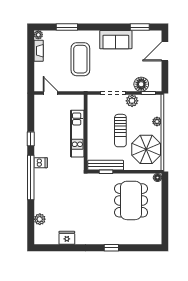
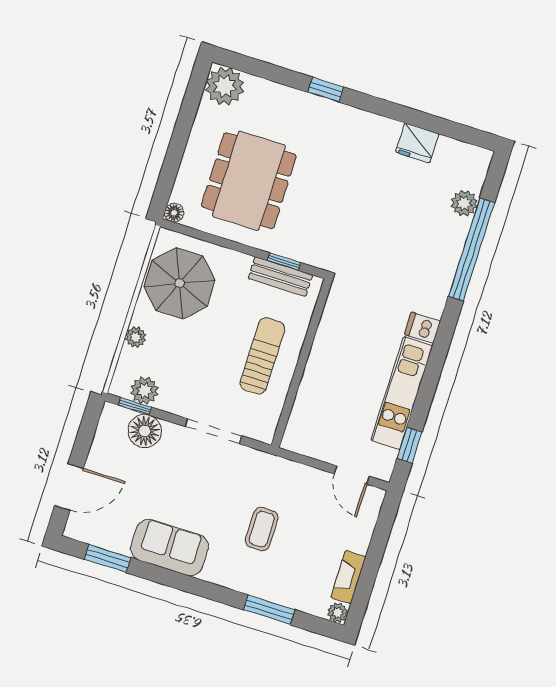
coffee table: (80, 59) -> (262, 529), width x0.54, depth x0.58
plant: (132, 101) -> (144, 391), moved
sun lounger: (120, 131) -> (262, 356), moved
kitchen unit: (77, 134) -> (402, 393), moved, turned 180
window: (31, 139) -> (409, 445), moved
bench: (106, 165) -> (280, 277), width x0.73
window: (31, 178) -> (472, 249), moved
plant: (153, 236) -> (225, 86), added

